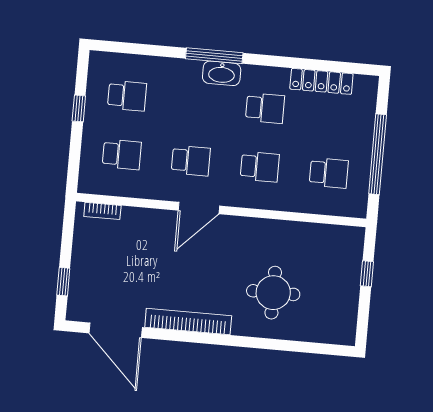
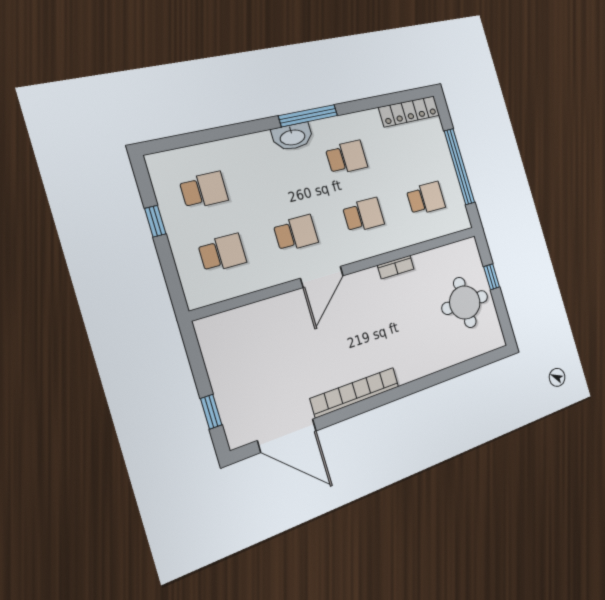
window: (214, 56) -> (308, 116), moved
locker: (321, 81) -> (409, 111), moved
bookcase: (102, 211) -> (396, 267), moved
round table: (273, 293) -> (465, 302), moved

